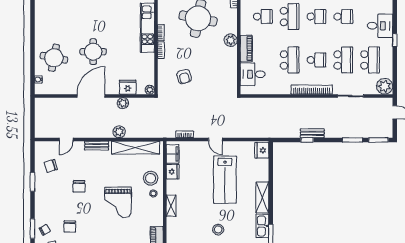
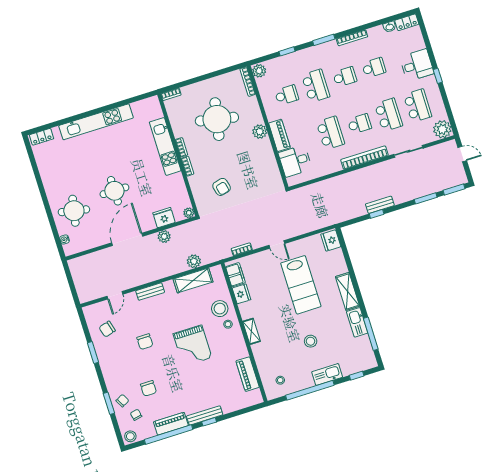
plant: (119, 132) -> (194, 261), moved
shelving: (136, 148) -> (193, 280), width x0.68

